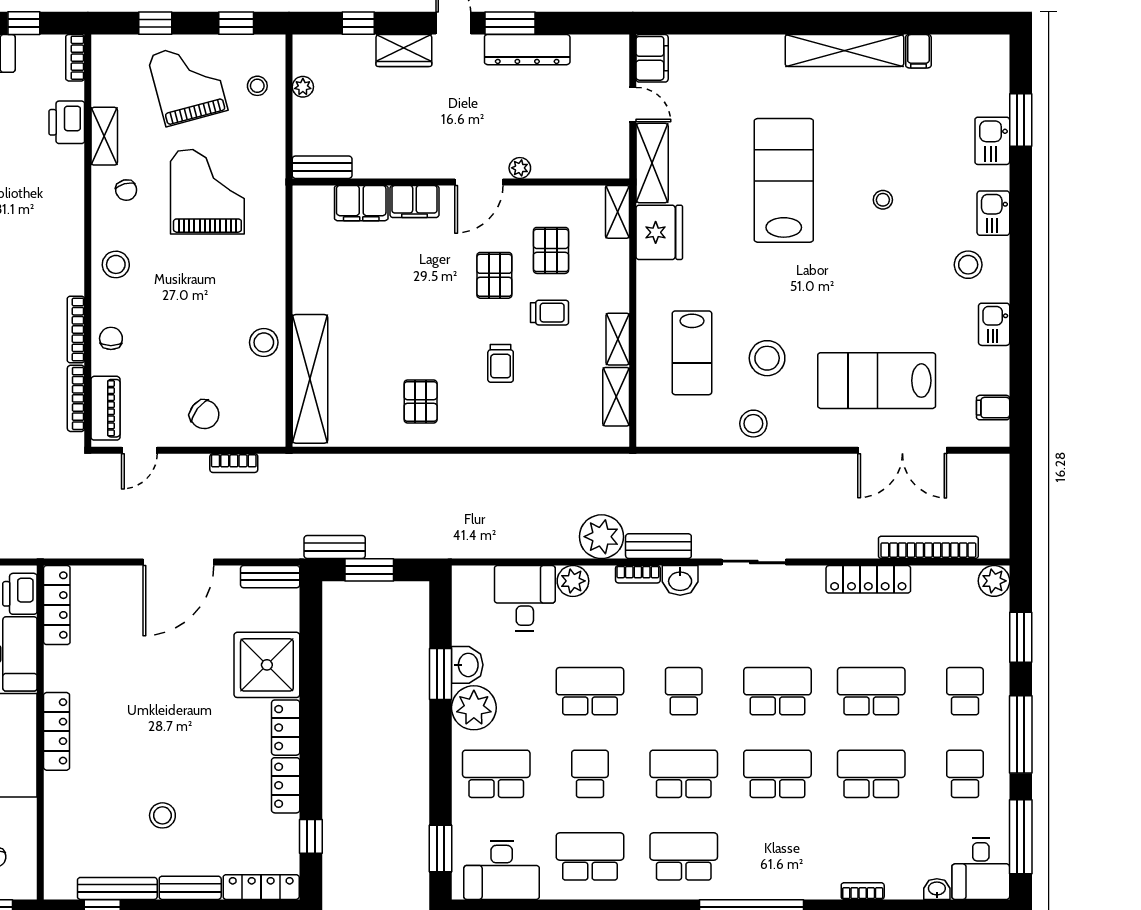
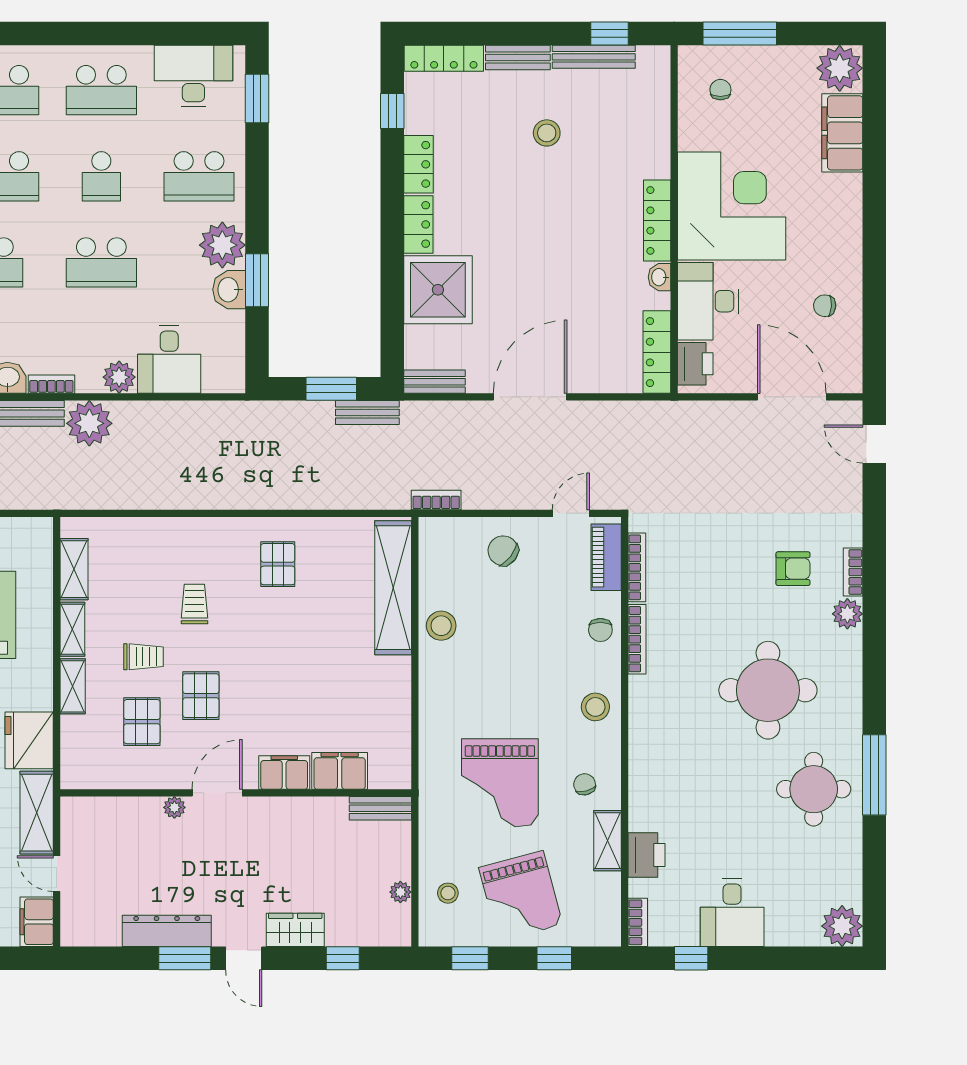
shelving: (617, 212) -> (73, 686), moved
trolley: (549, 313) -> (143, 657), turned 180
bookcase: (234, 463) -> (436, 500), moved
washbasin: (54, 677) -> (659, 277), added

